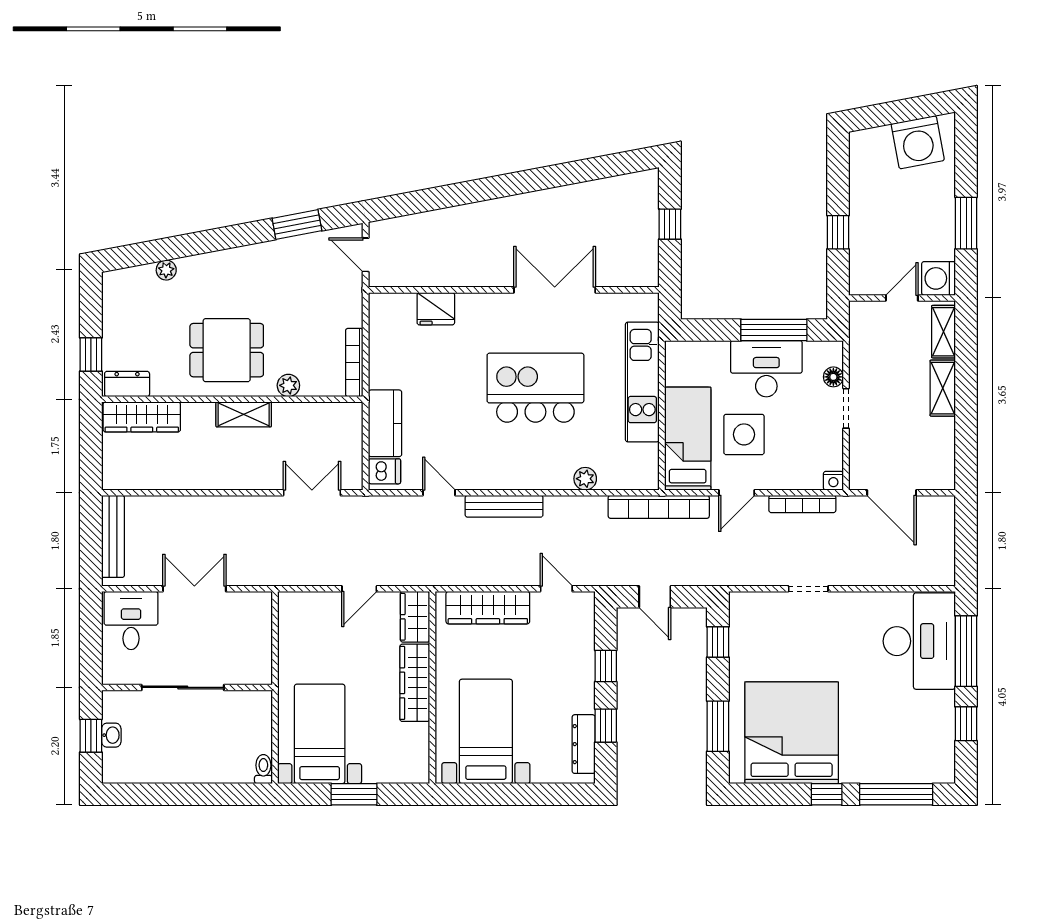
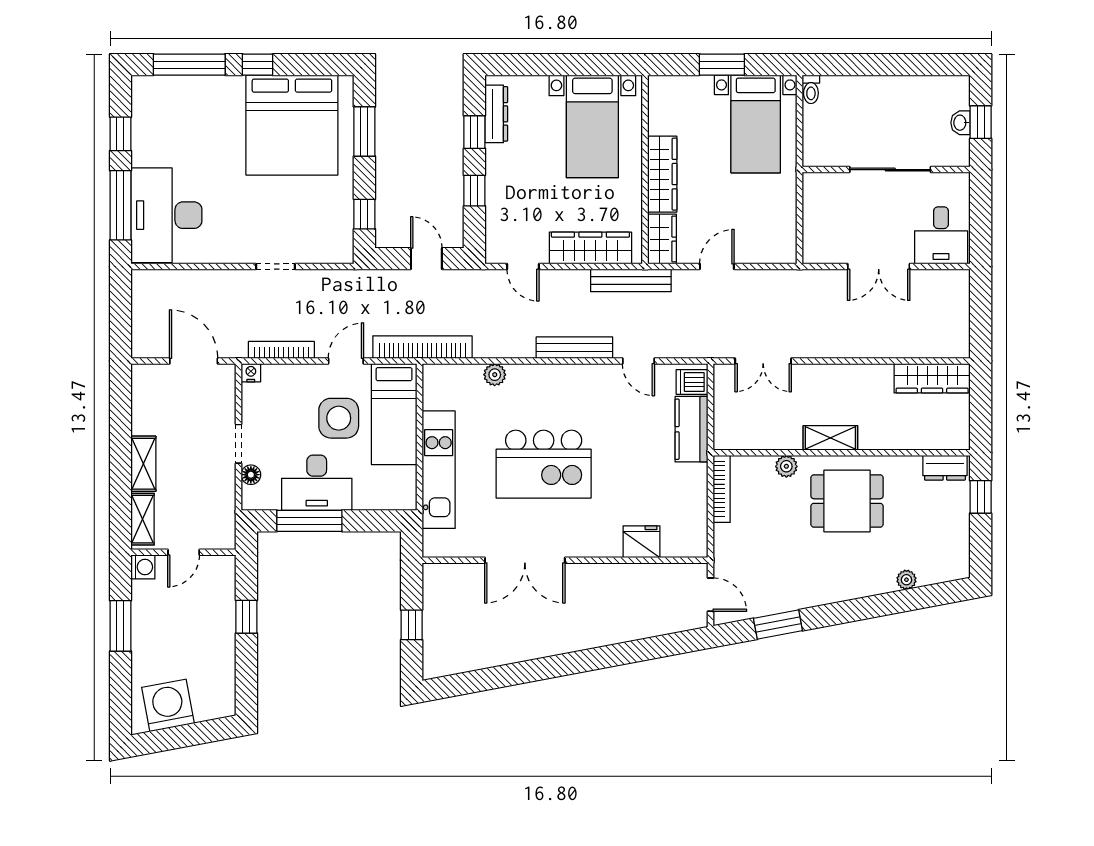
washing machine: (939, 278) -> (143, 567), width x0.73, depth x0.73
wardrobe: (142, 417) -> (932, 378), moved, turned 180
bench: (113, 536) -> (631, 280), moved, turned 90

